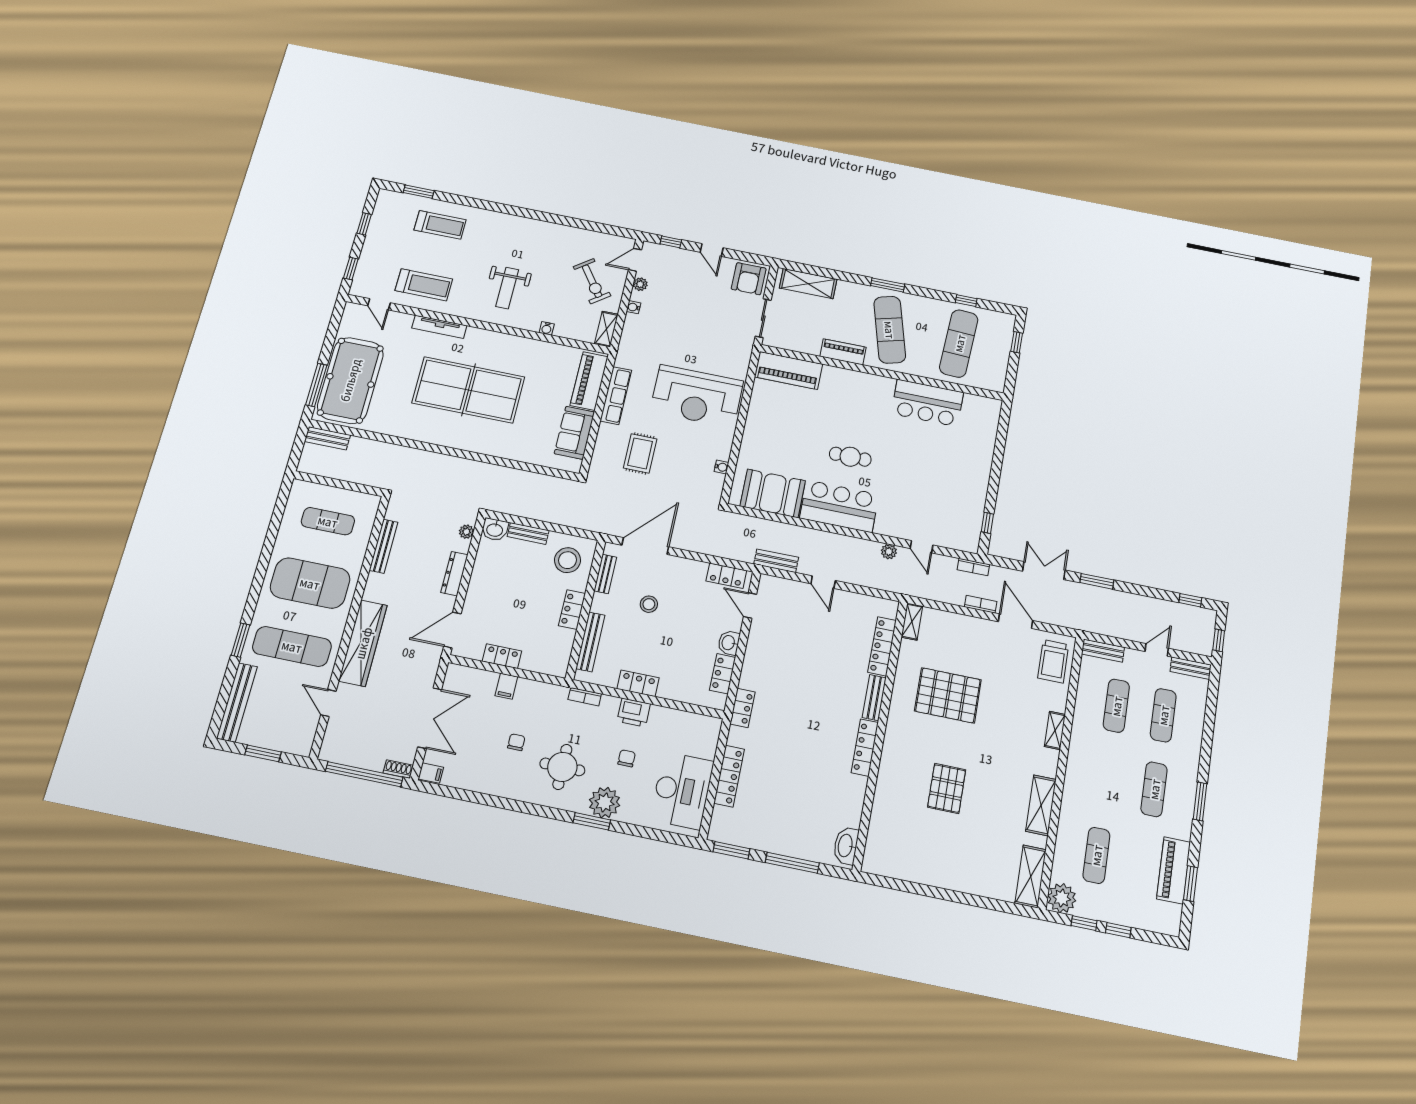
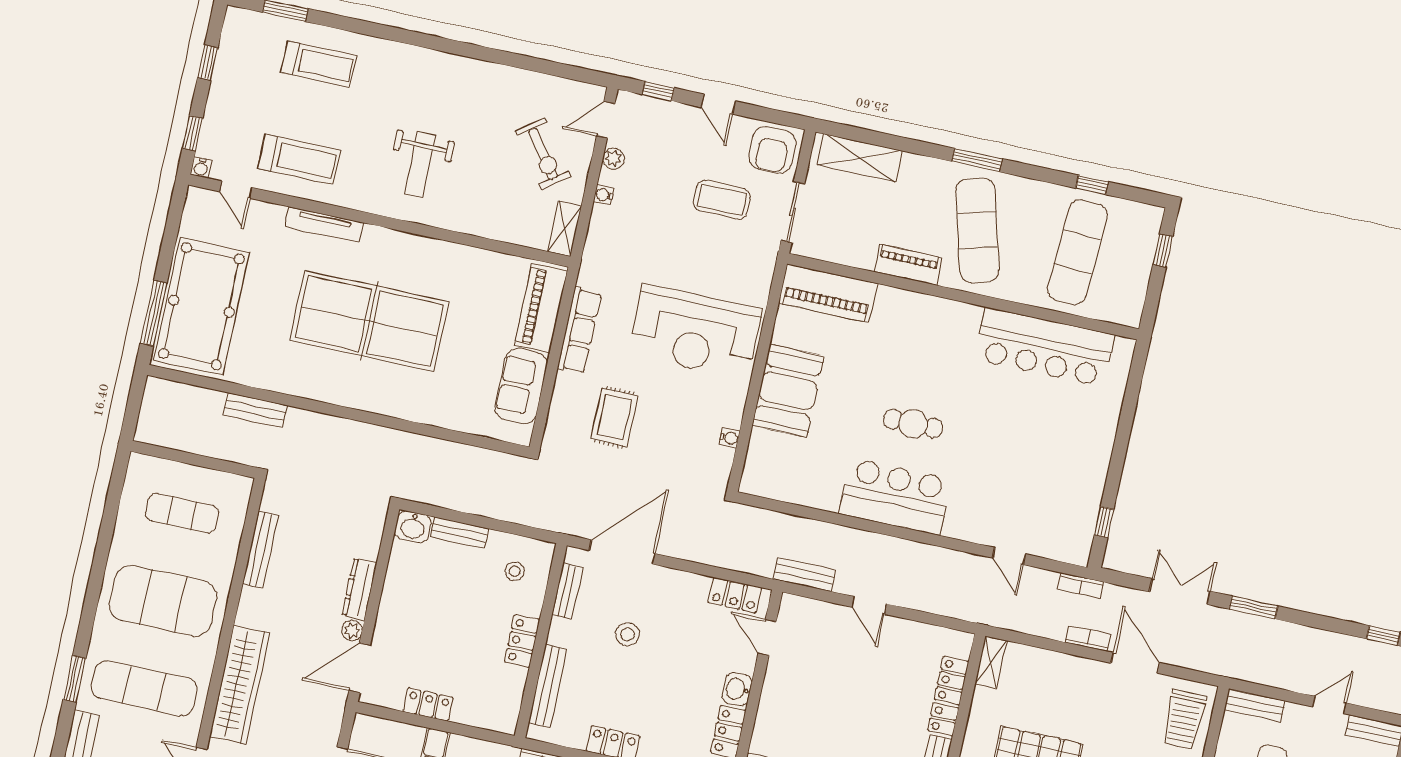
coffee table: (715, 310) -> (722, 200), added
water cooler: (547, 328) -> (201, 167), moved
bar counter: (927, 403) -> (1045, 347), width x1.36
bench: (327, 438) -> (255, 410), moved
booth: (773, 493) -> (788, 391), moved, turned 90
plant: (466, 532) -> (352, 631), moved
plant: (889, 552) -> (963, 563), removed
stool: (568, 560) -> (515, 571), width x0.53, depth x0.53

